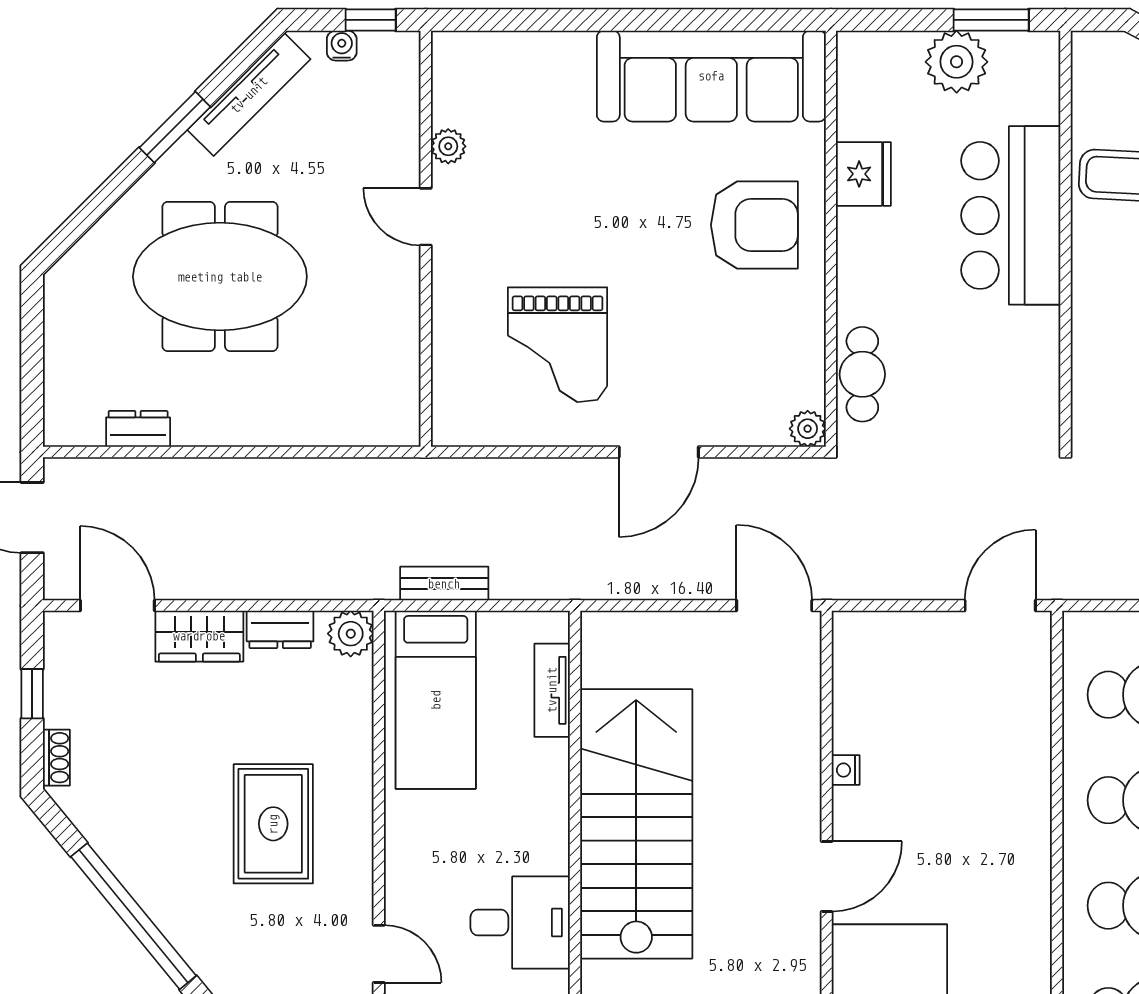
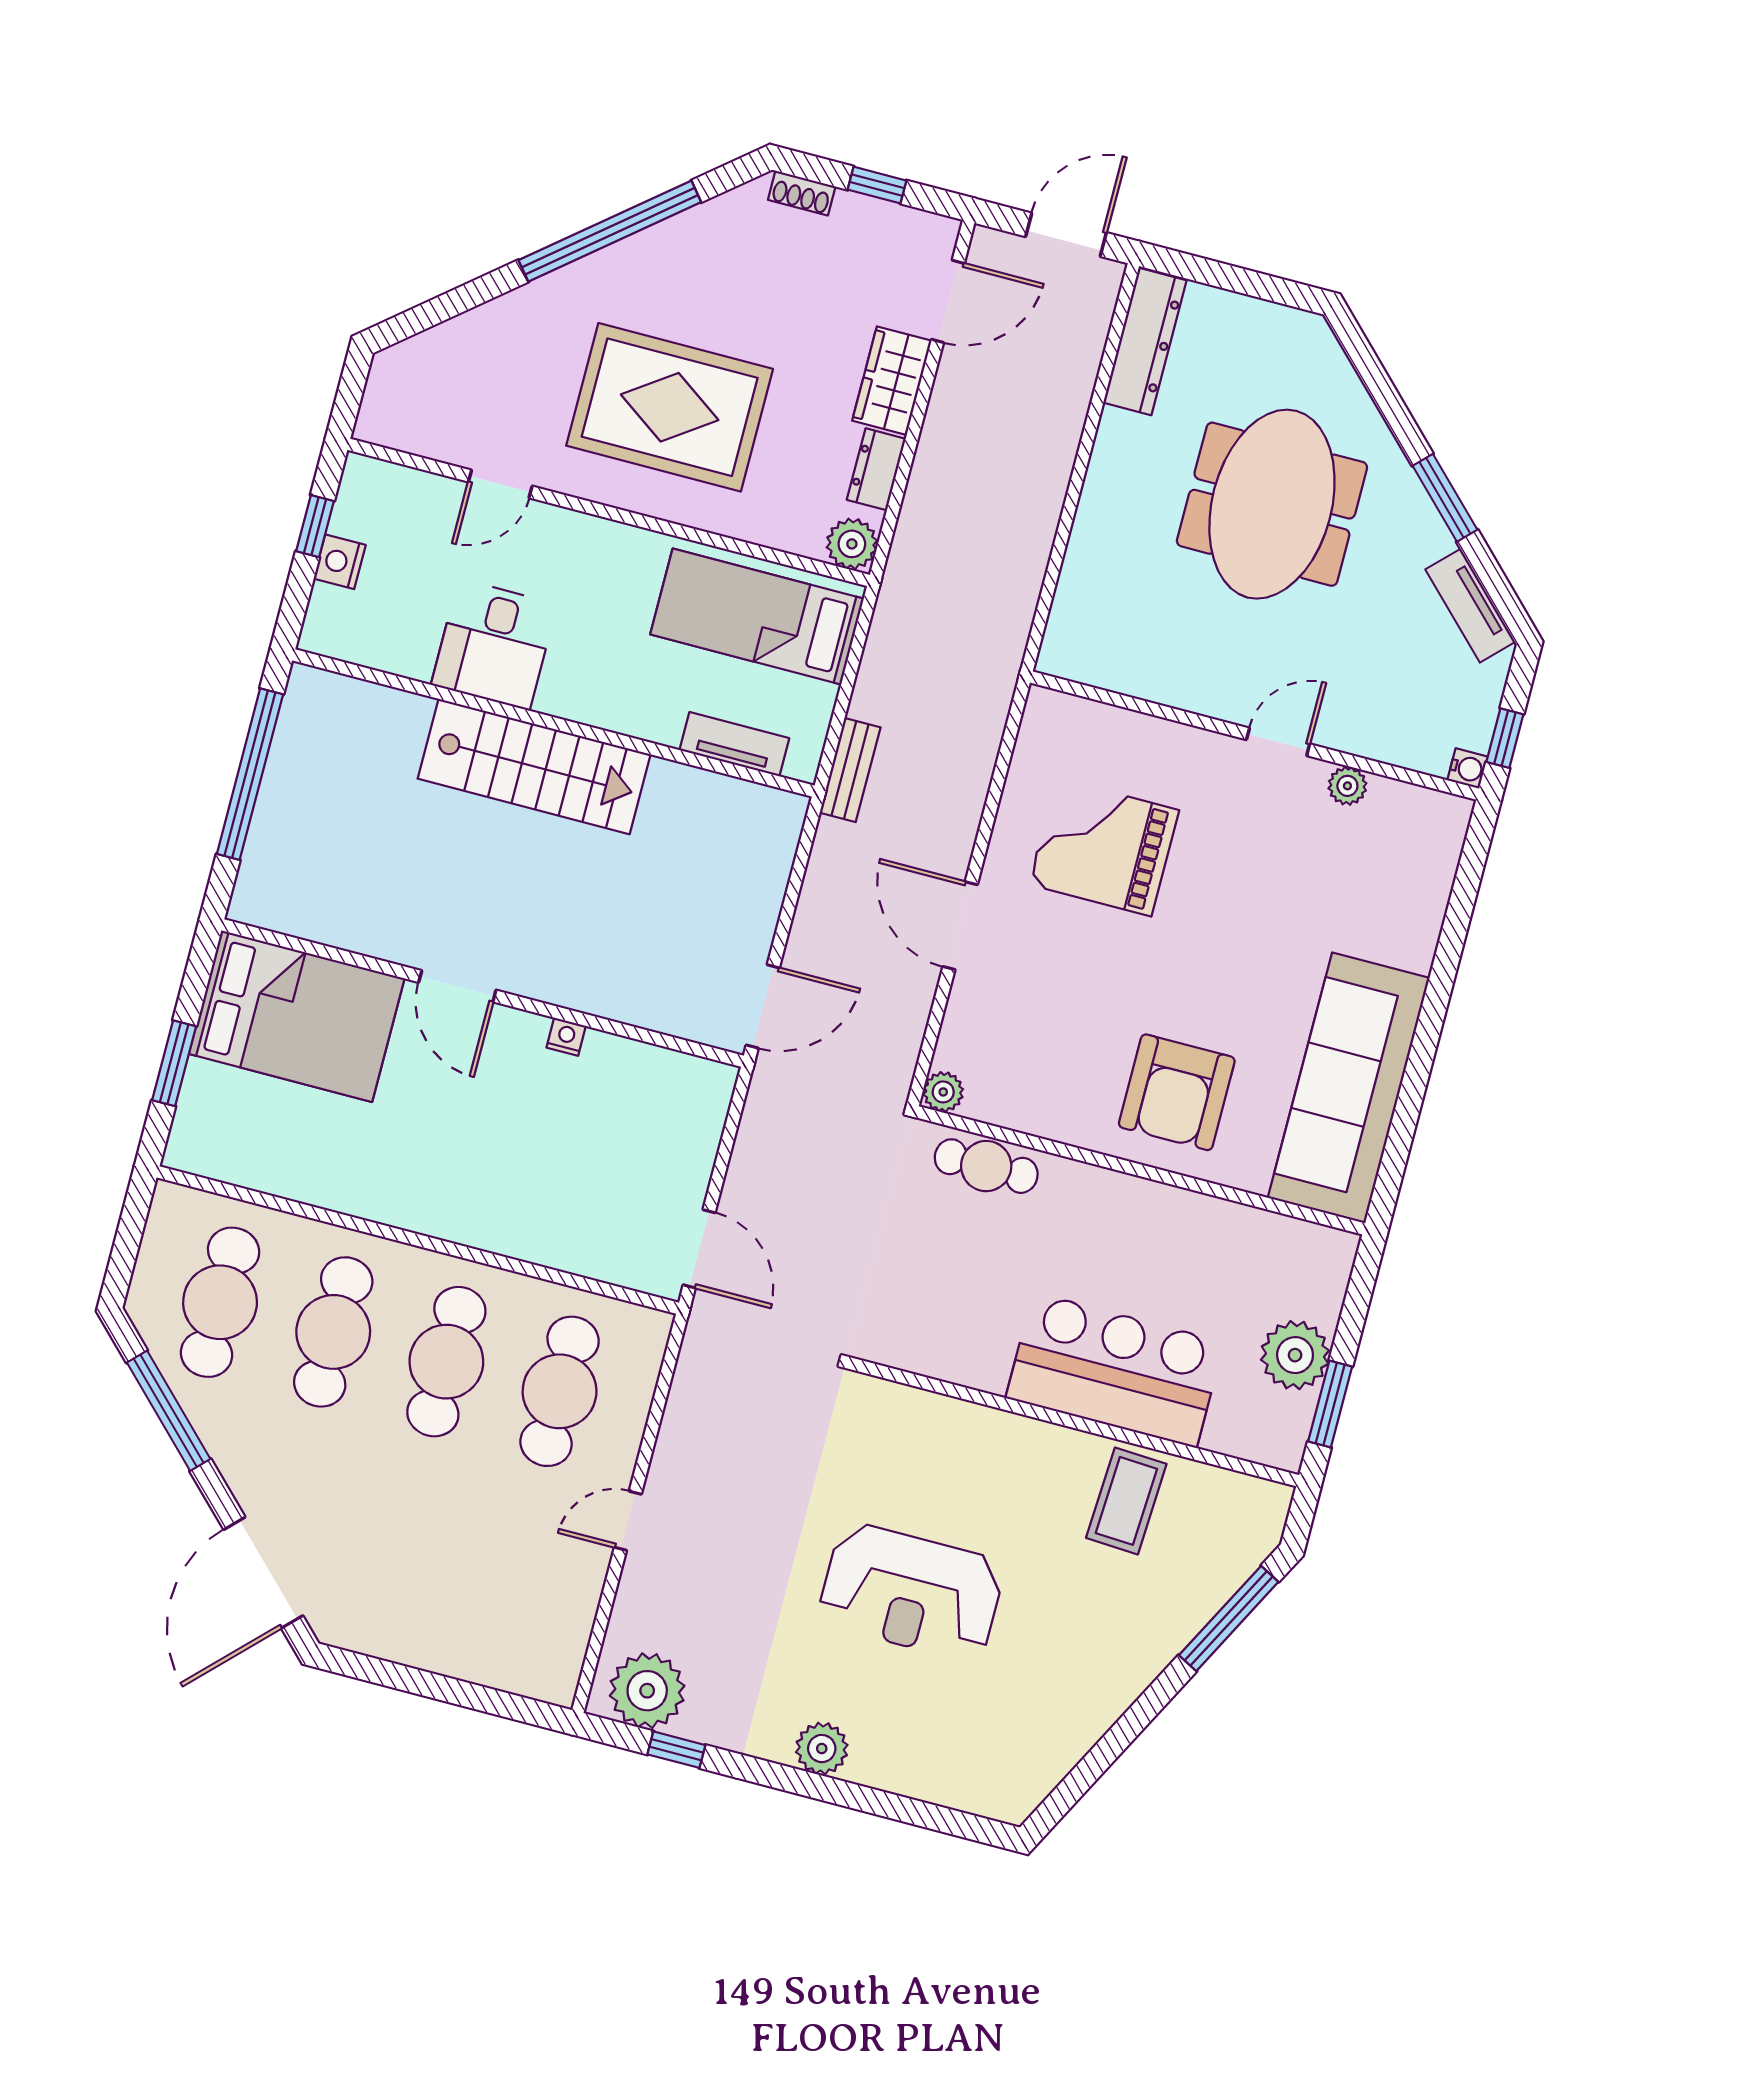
water cooler: (342, 46) -> (1467, 768), moved
tv unit: (249, 95) -> (1470, 606), width x0.71
fridge: (863, 174) -> (1201, 1224), removed
dresser: (138, 429) -> (1145, 342), width x1.96, depth x1.24
bench: (444, 584) -> (850, 770), moved
rug: (273, 824) -> (670, 407), width x1.37, depth x1.44
stairs: (636, 824) -> (534, 766), width x0.73, depth x0.66

